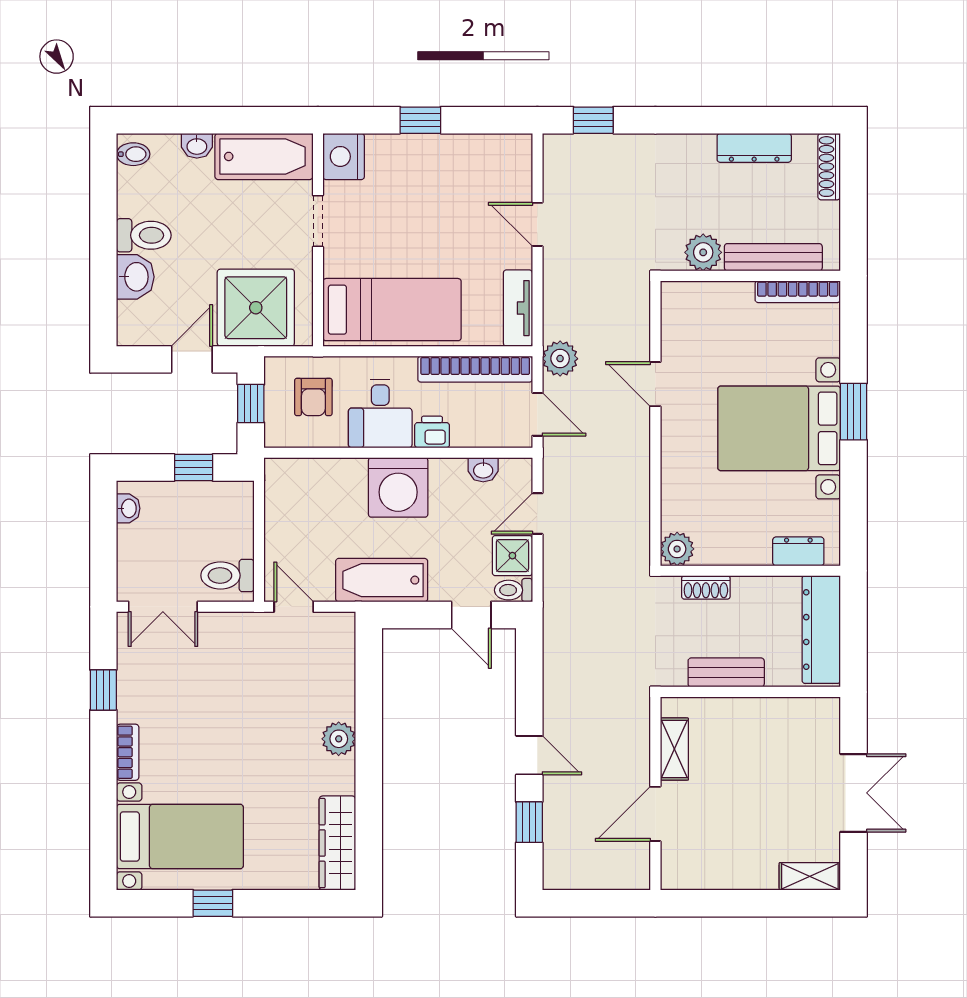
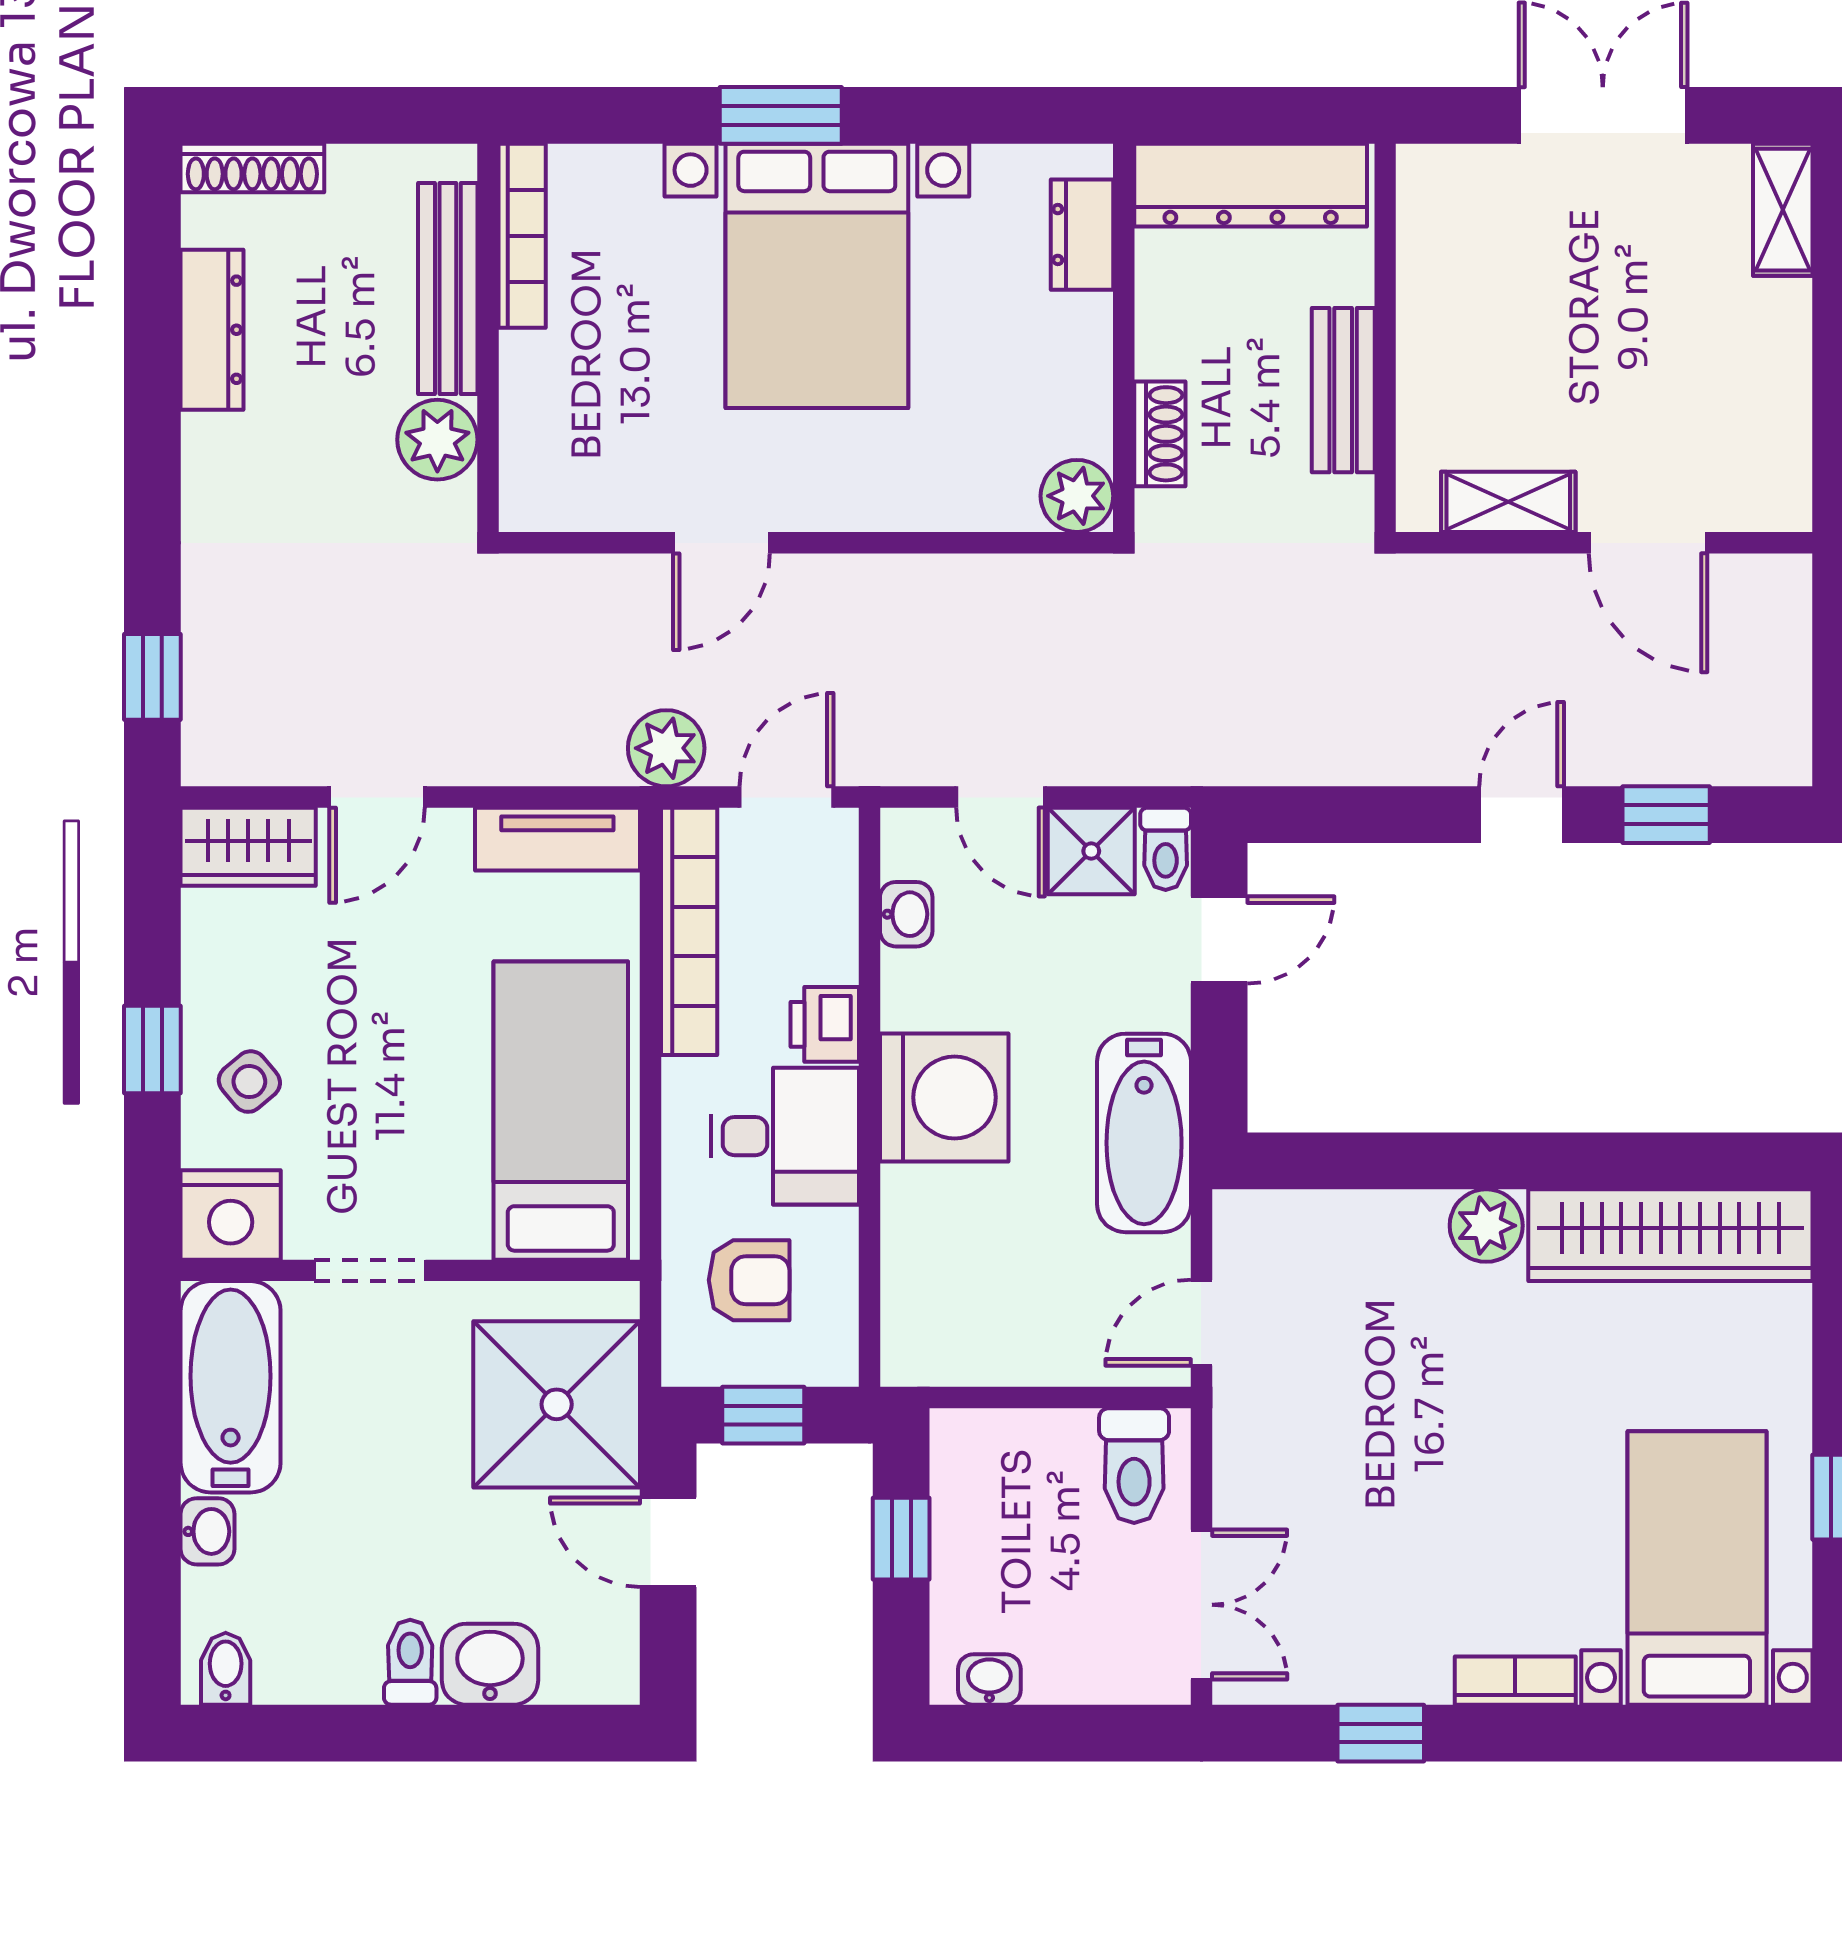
side table: (406, 165) -> (249, 1082), added
wardrobe: (514, 165) -> (248, 847), added
toilet: (144, 235) -> (410, 1662), width x0.73, depth x0.72
wardrobe: (337, 843) -> (1670, 1235), width x1.40, depth x1.17

